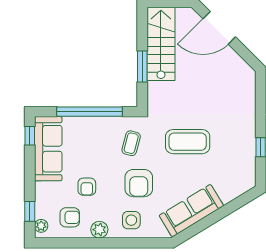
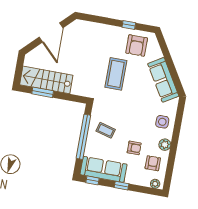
door: (219, 28) -> (51, 33), moved
window: (142, 67) -> (43, 92), moved
coffee table: (131, 143) -> (106, 130), moved
armchair: (139, 183) -> (137, 45), moved, turned 90
window: (30, 211) -> (121, 186), moved

